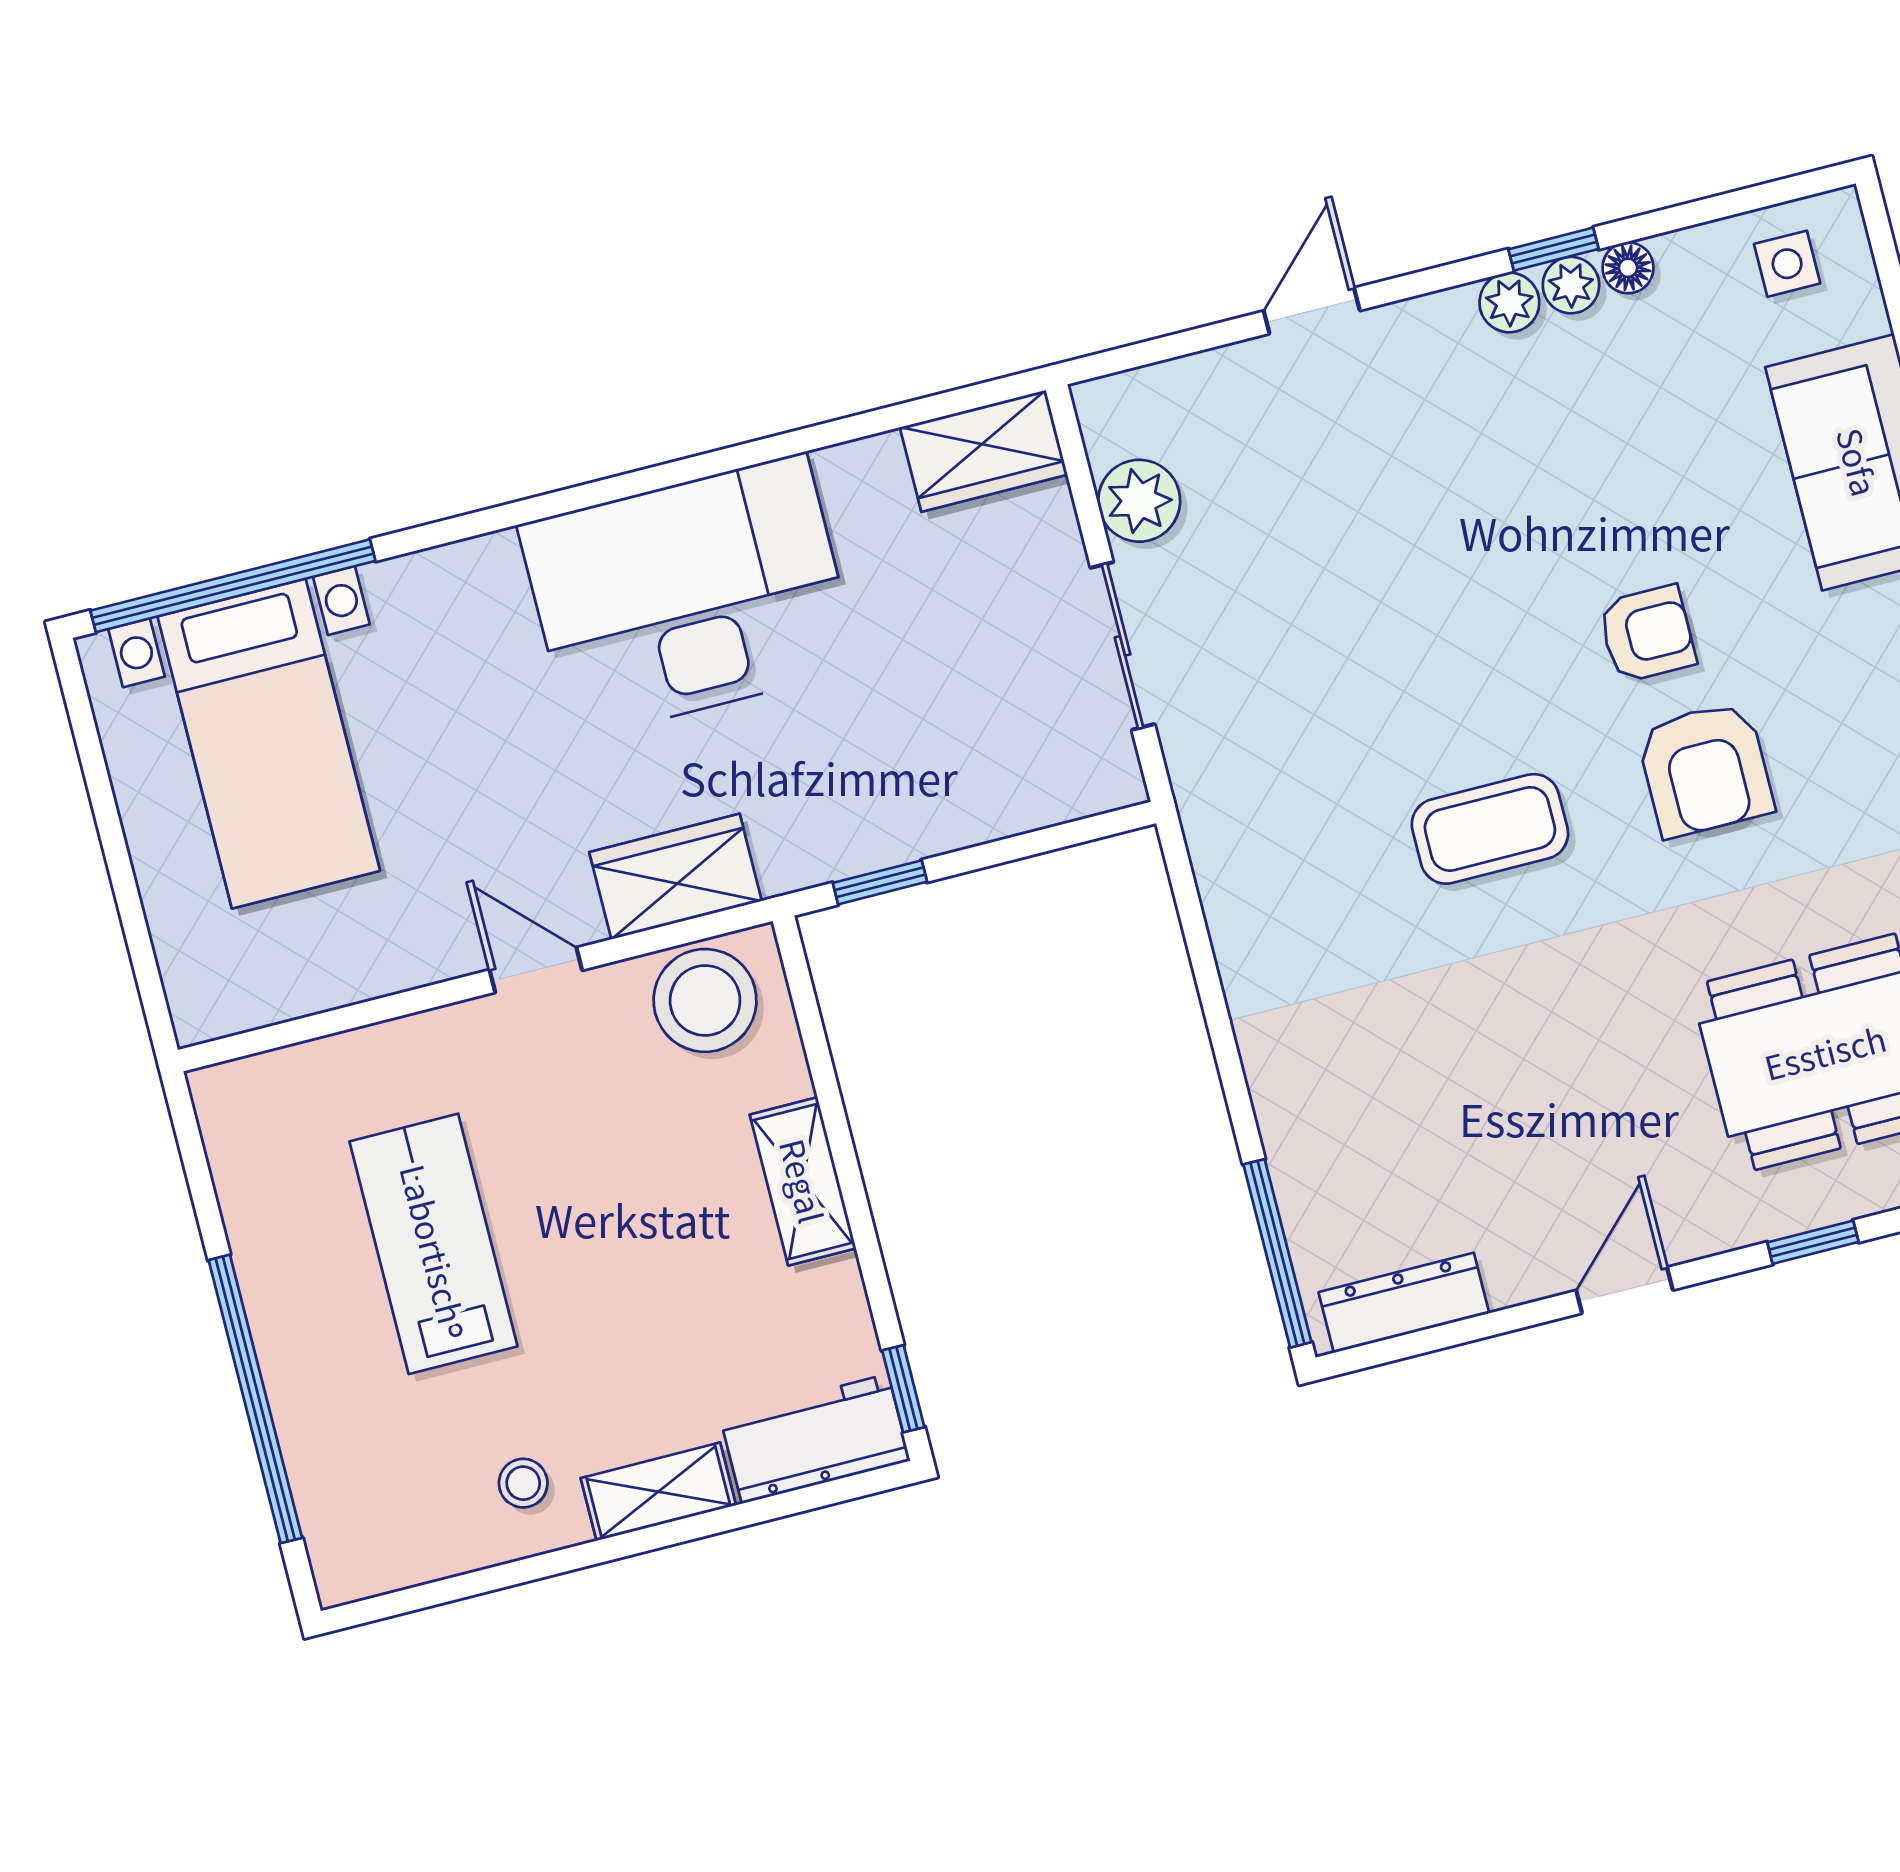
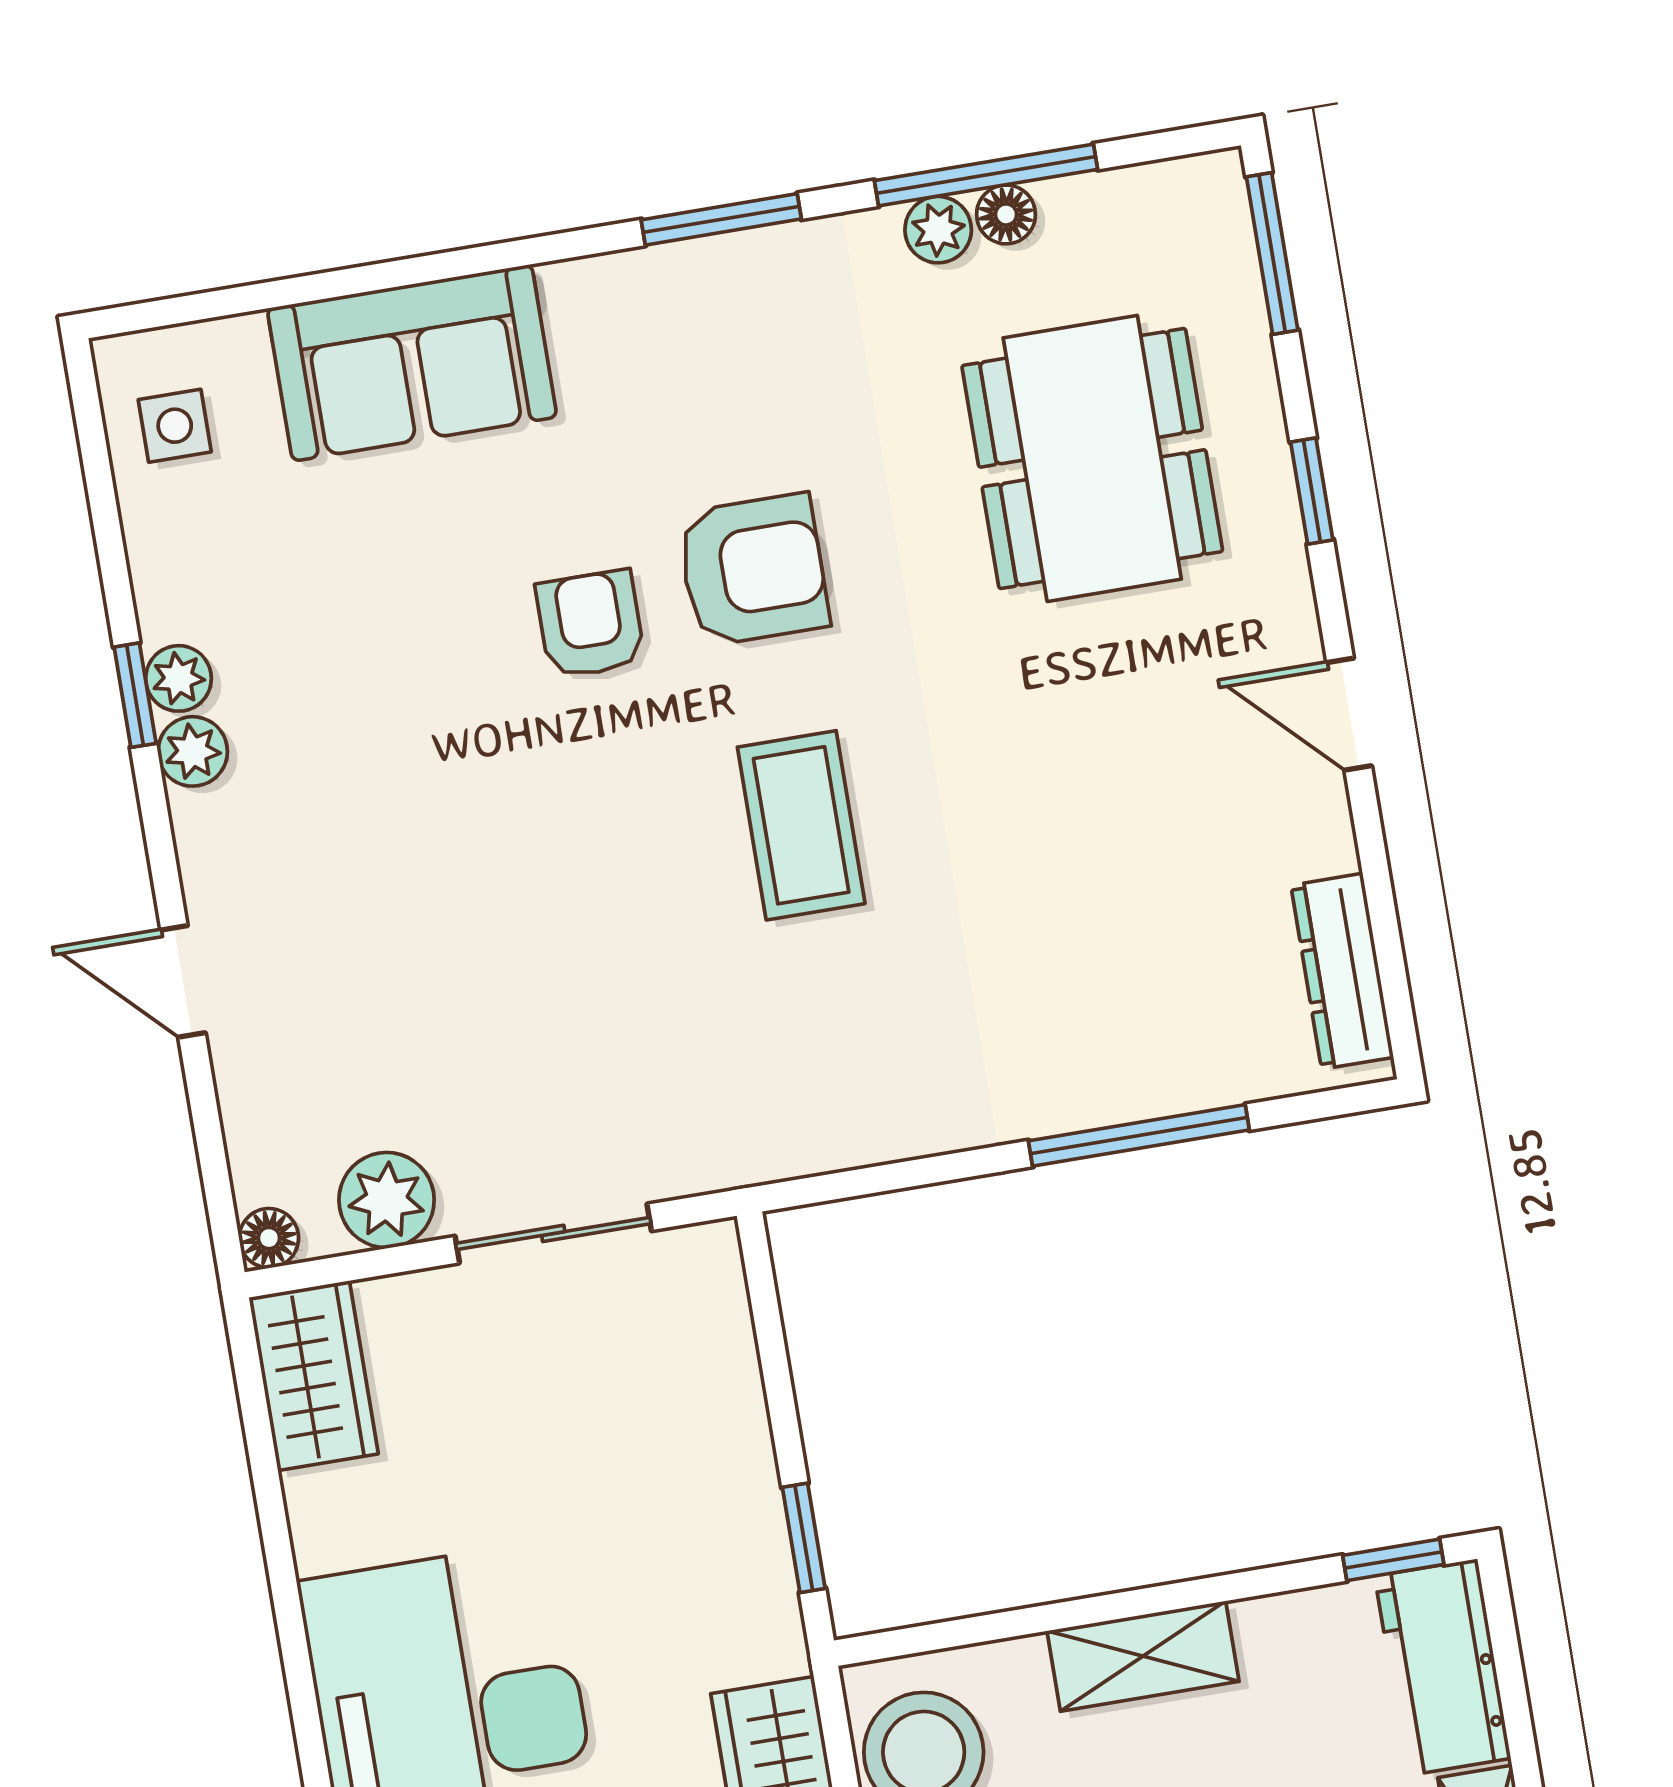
floor lamp: (1628, 268) -> (269, 1238), moved
window: (1277, 1253) -> (1139, 1135), moved

